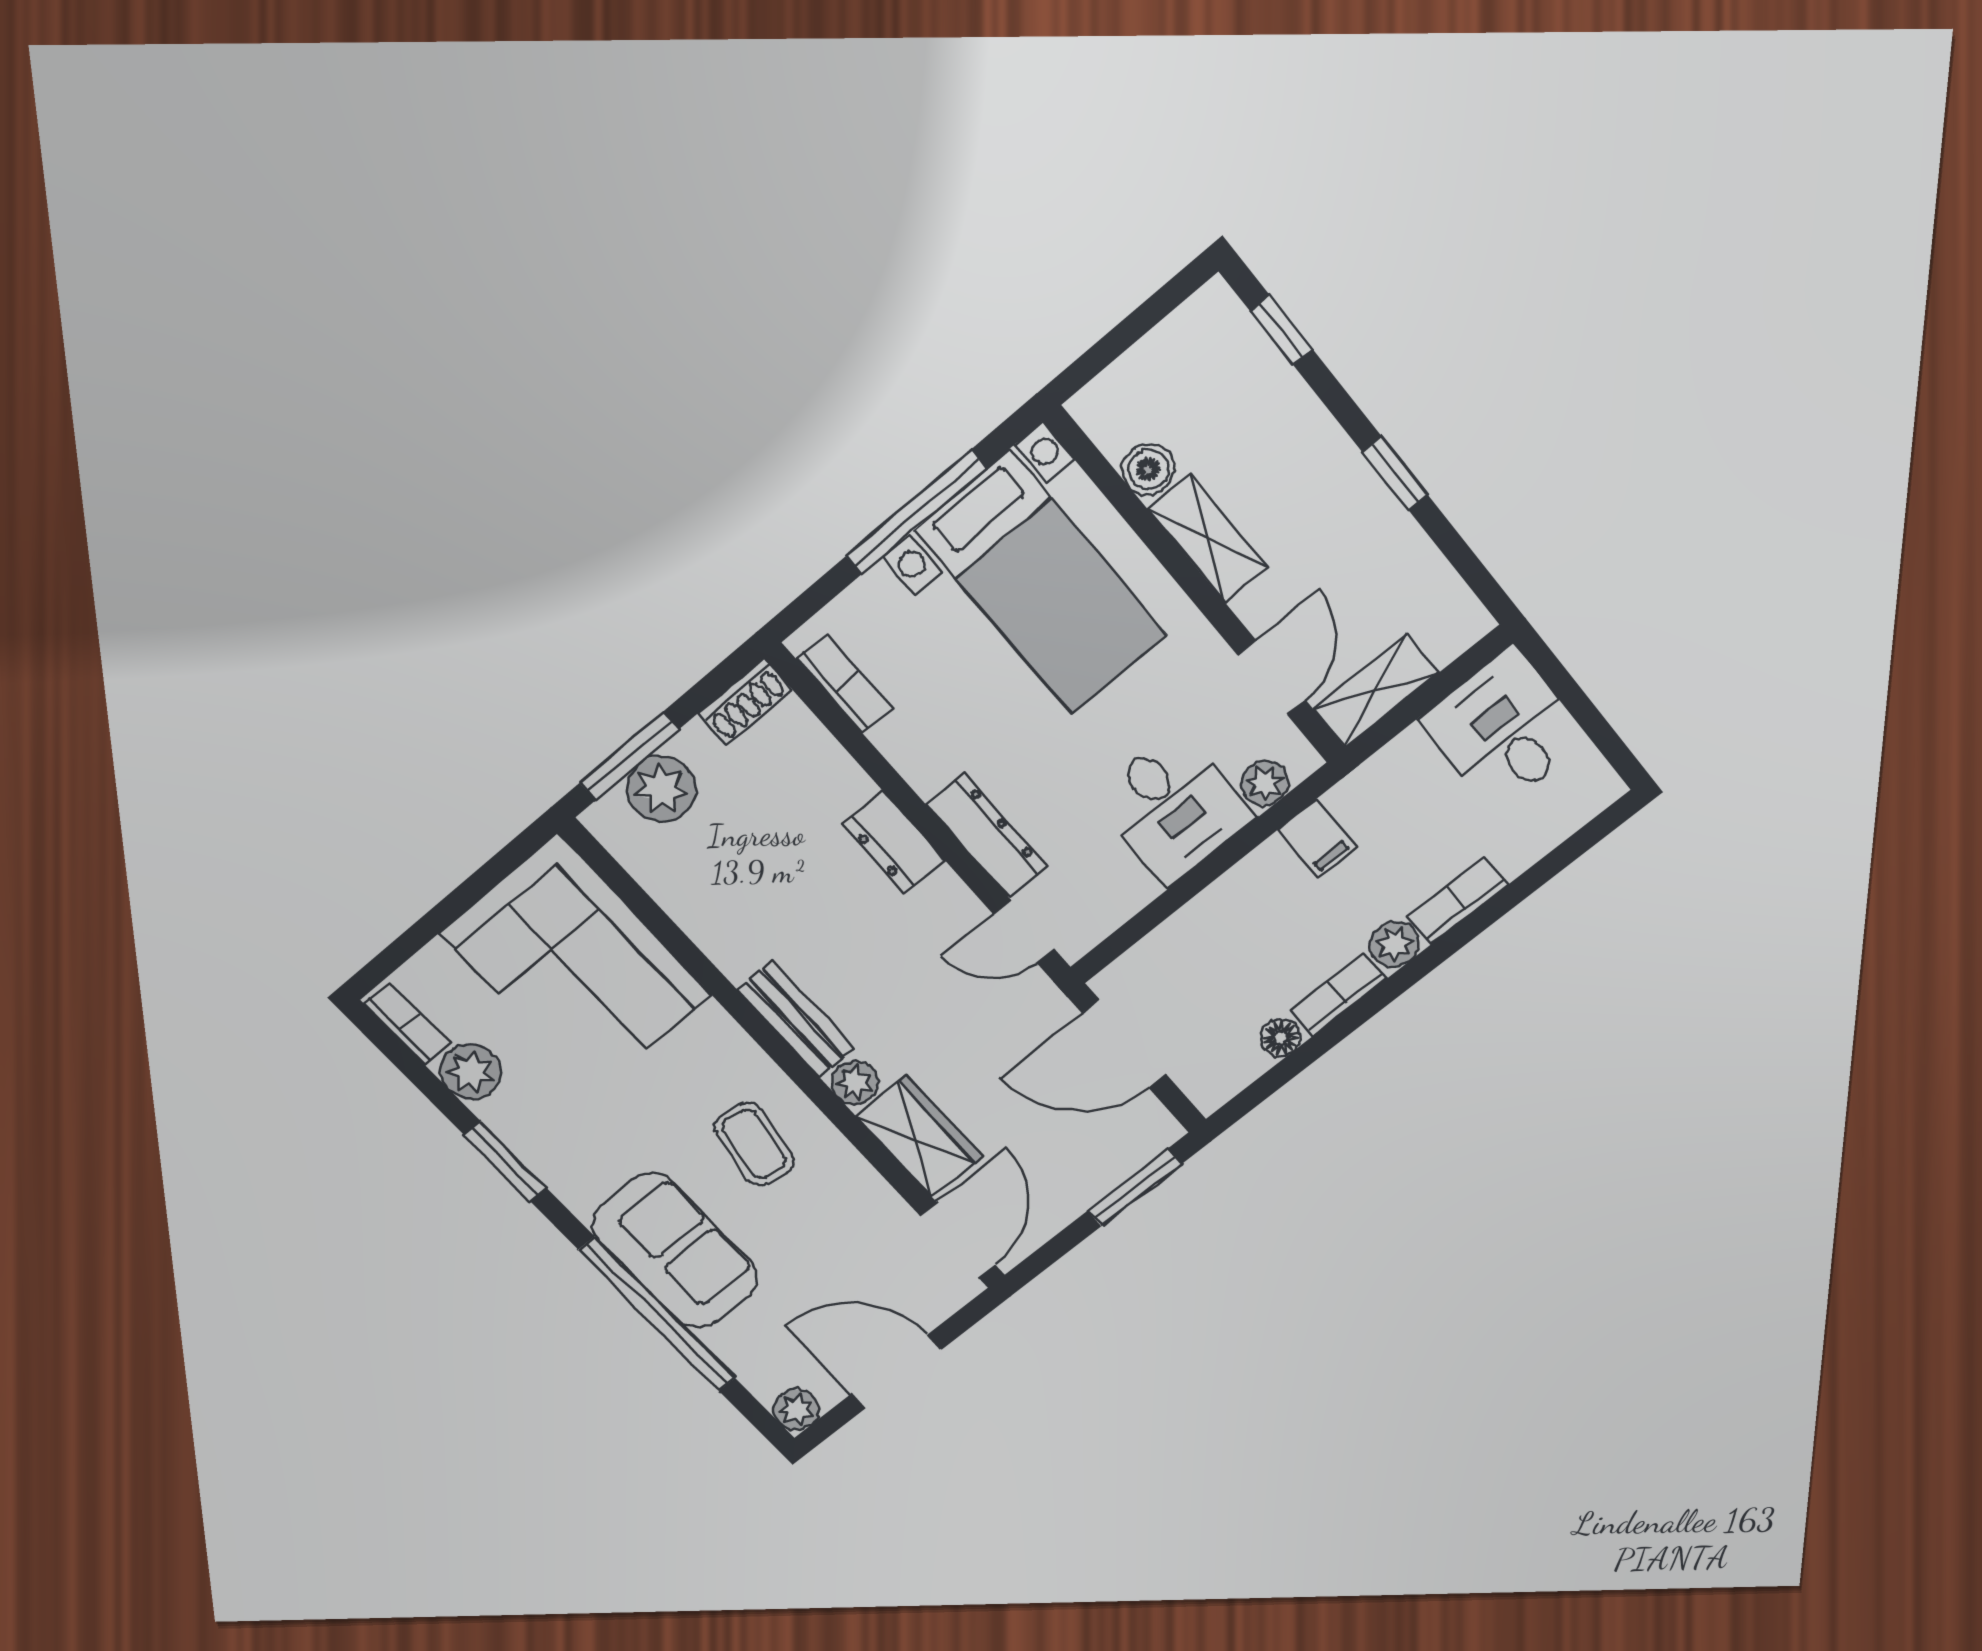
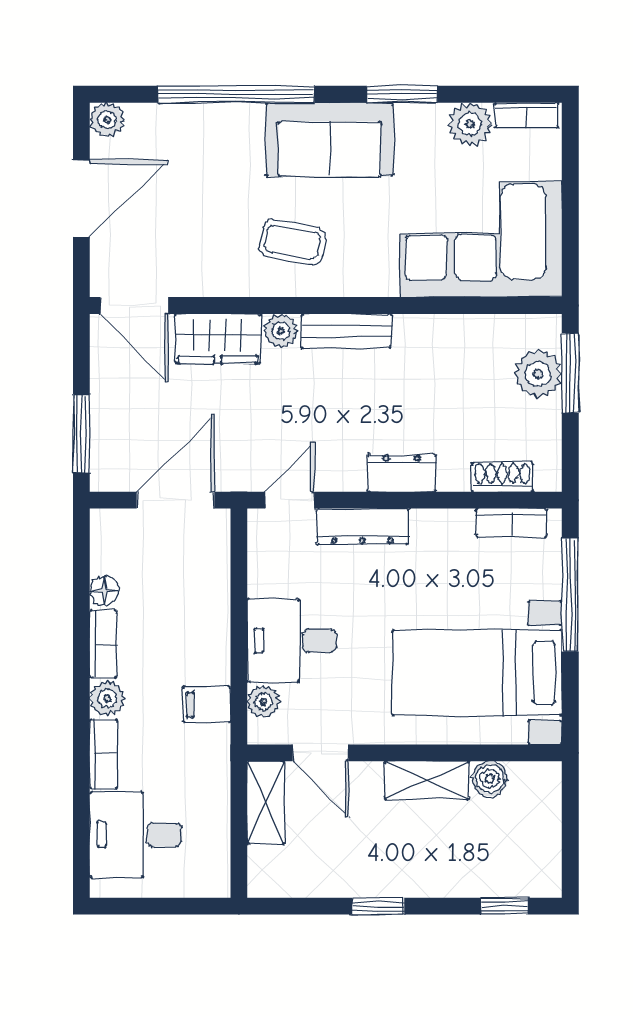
window: (916, 512) -> (570, 595), moved
shoe rack: (745, 701) -> (502, 477), moved, turned 90
desk: (1504, 729) -> (136, 835), moved, turned 180
sofa: (675, 1251) -> (330, 139), moved

